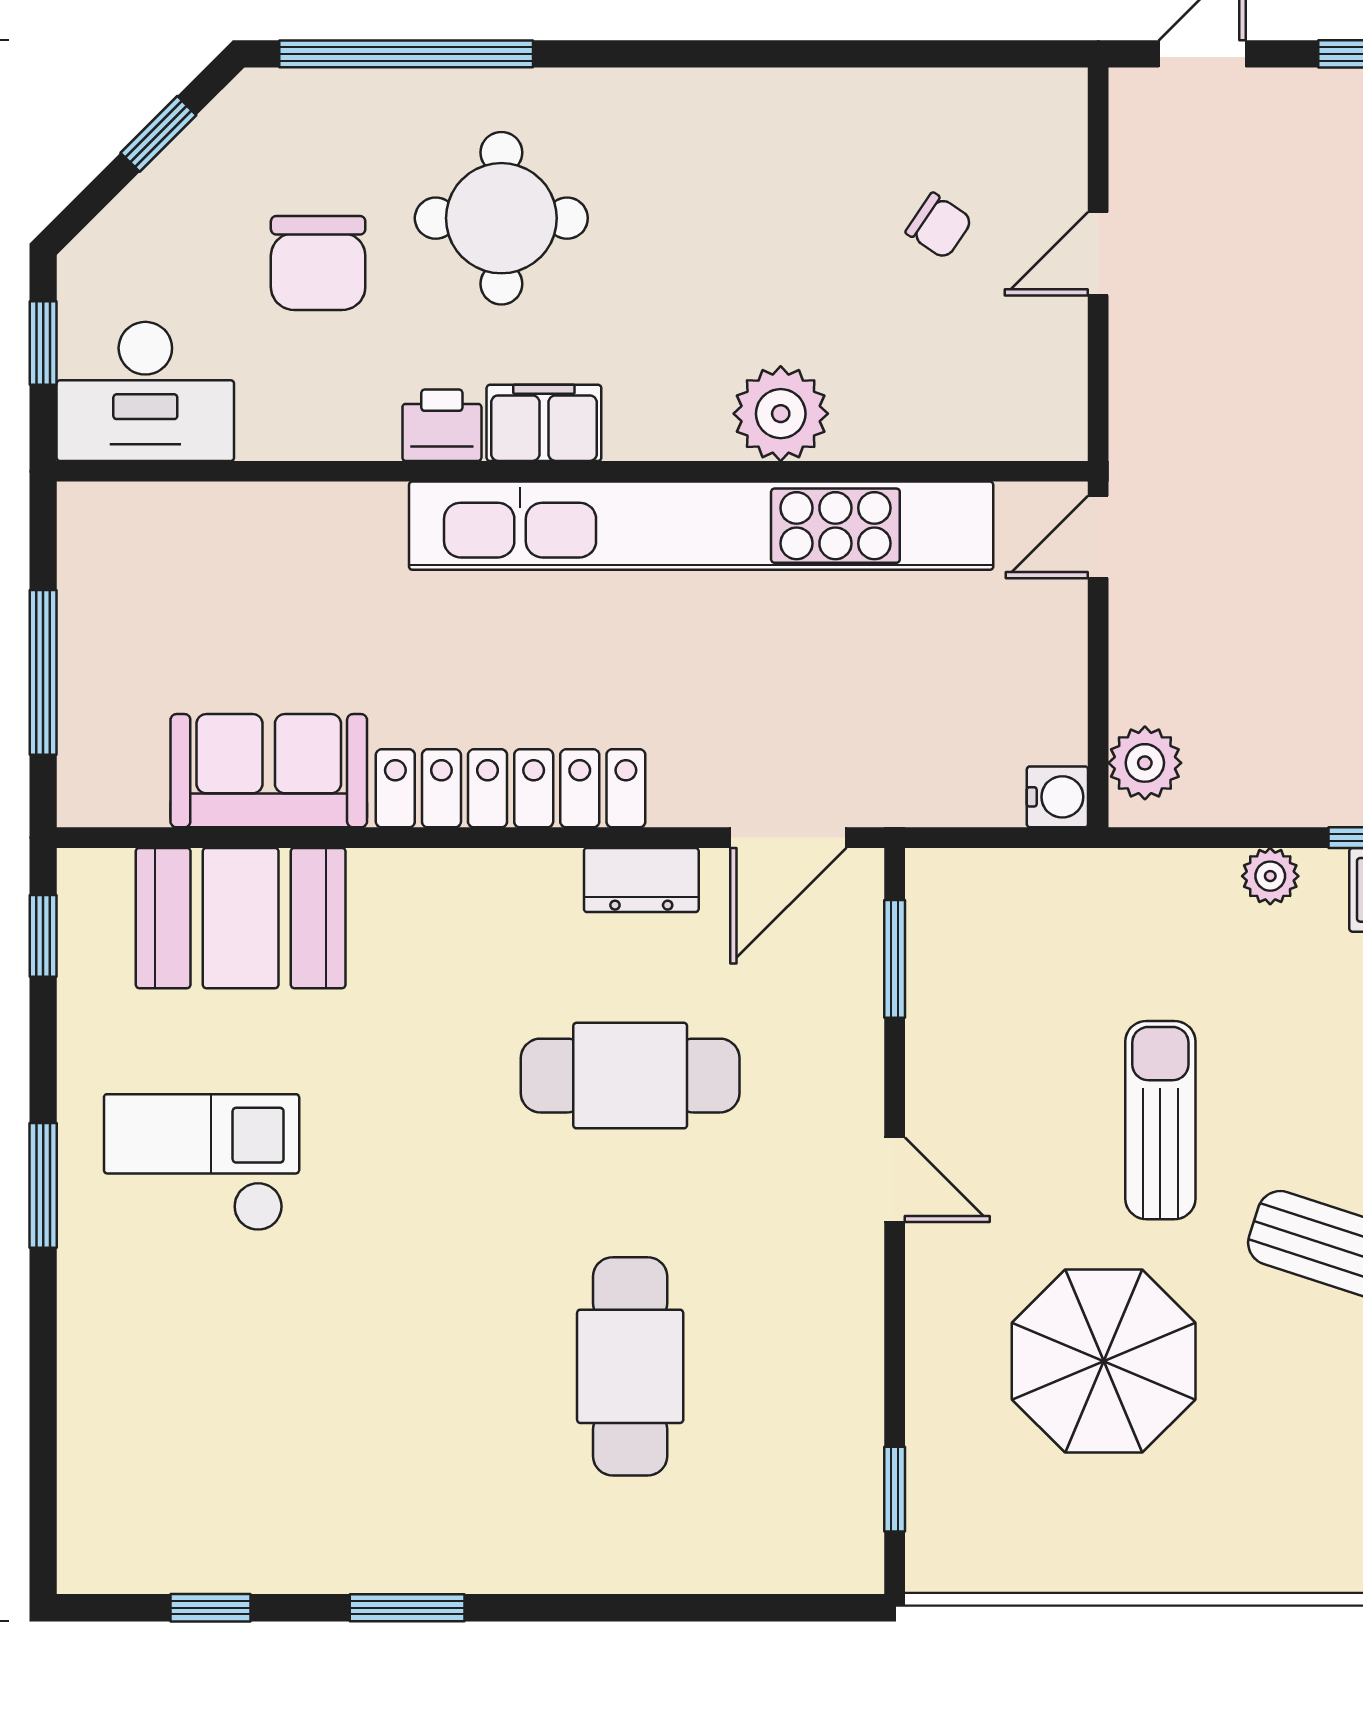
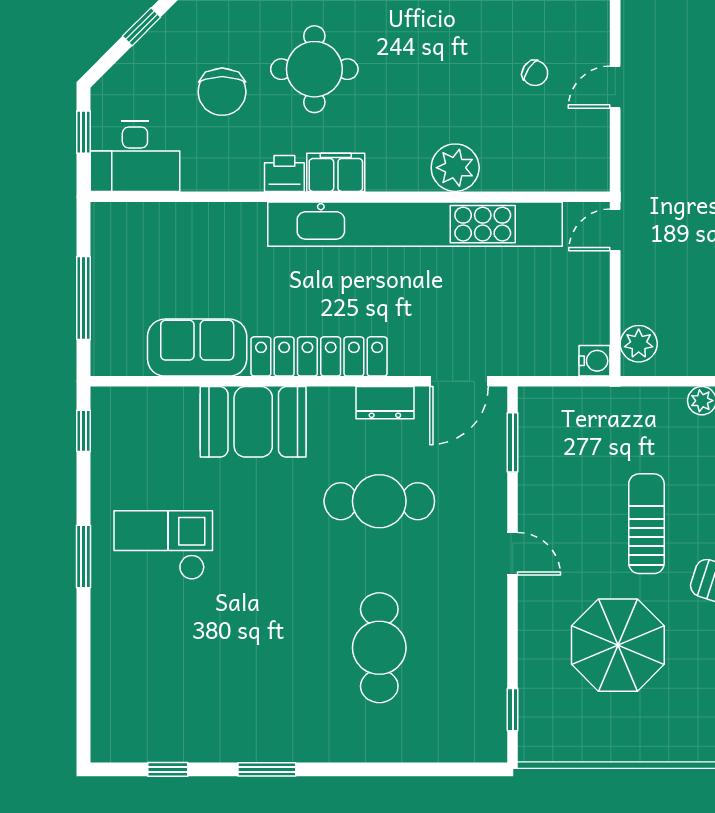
booth: (241, 918) -> (253, 422), moved

